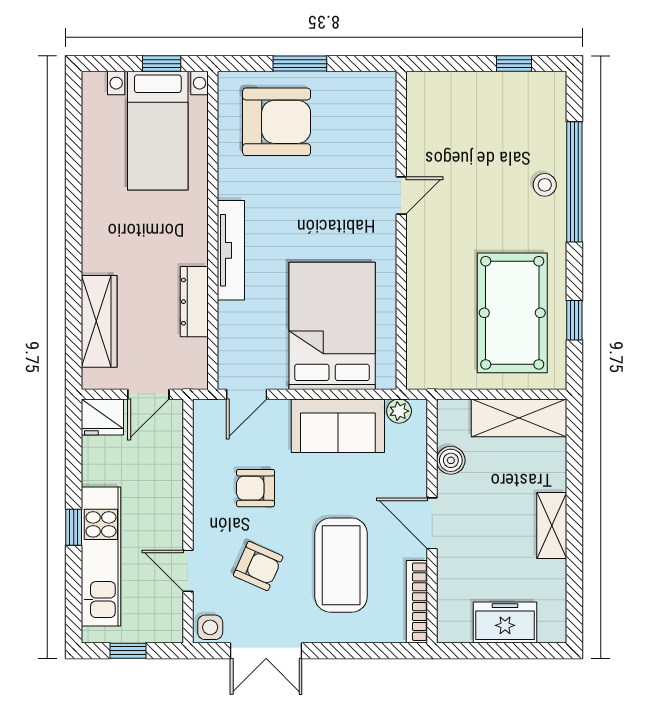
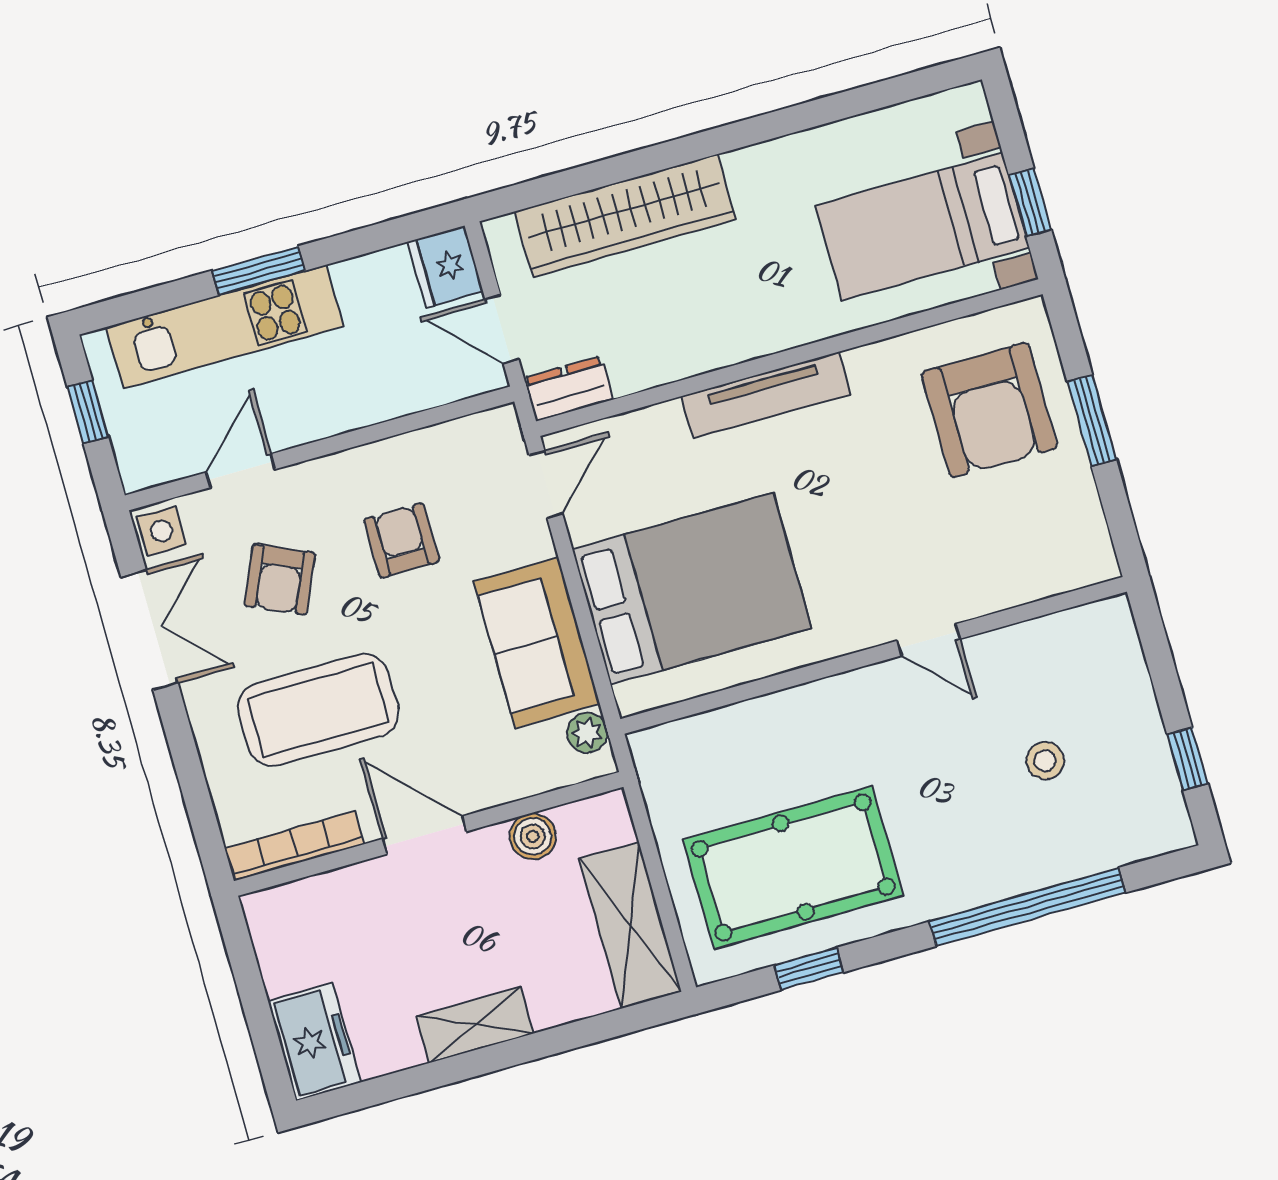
stool: (545, 185) -> (1045, 761), moved
dresser: (194, 302) -> (569, 389), moved, width x0.70
wardrobe: (99, 321) -> (625, 216), width x1.40, depth x1.17
door: (247, 394) -> (546, 484), swing flipped
door: (432, 523) -> (425, 835), hinge flipped
window: (74, 527) -> (259, 271), width x1.50
freezer: (505, 622) -> (314, 1042), moved
double door: (266, 651) -> (149, 630), swing flipped

